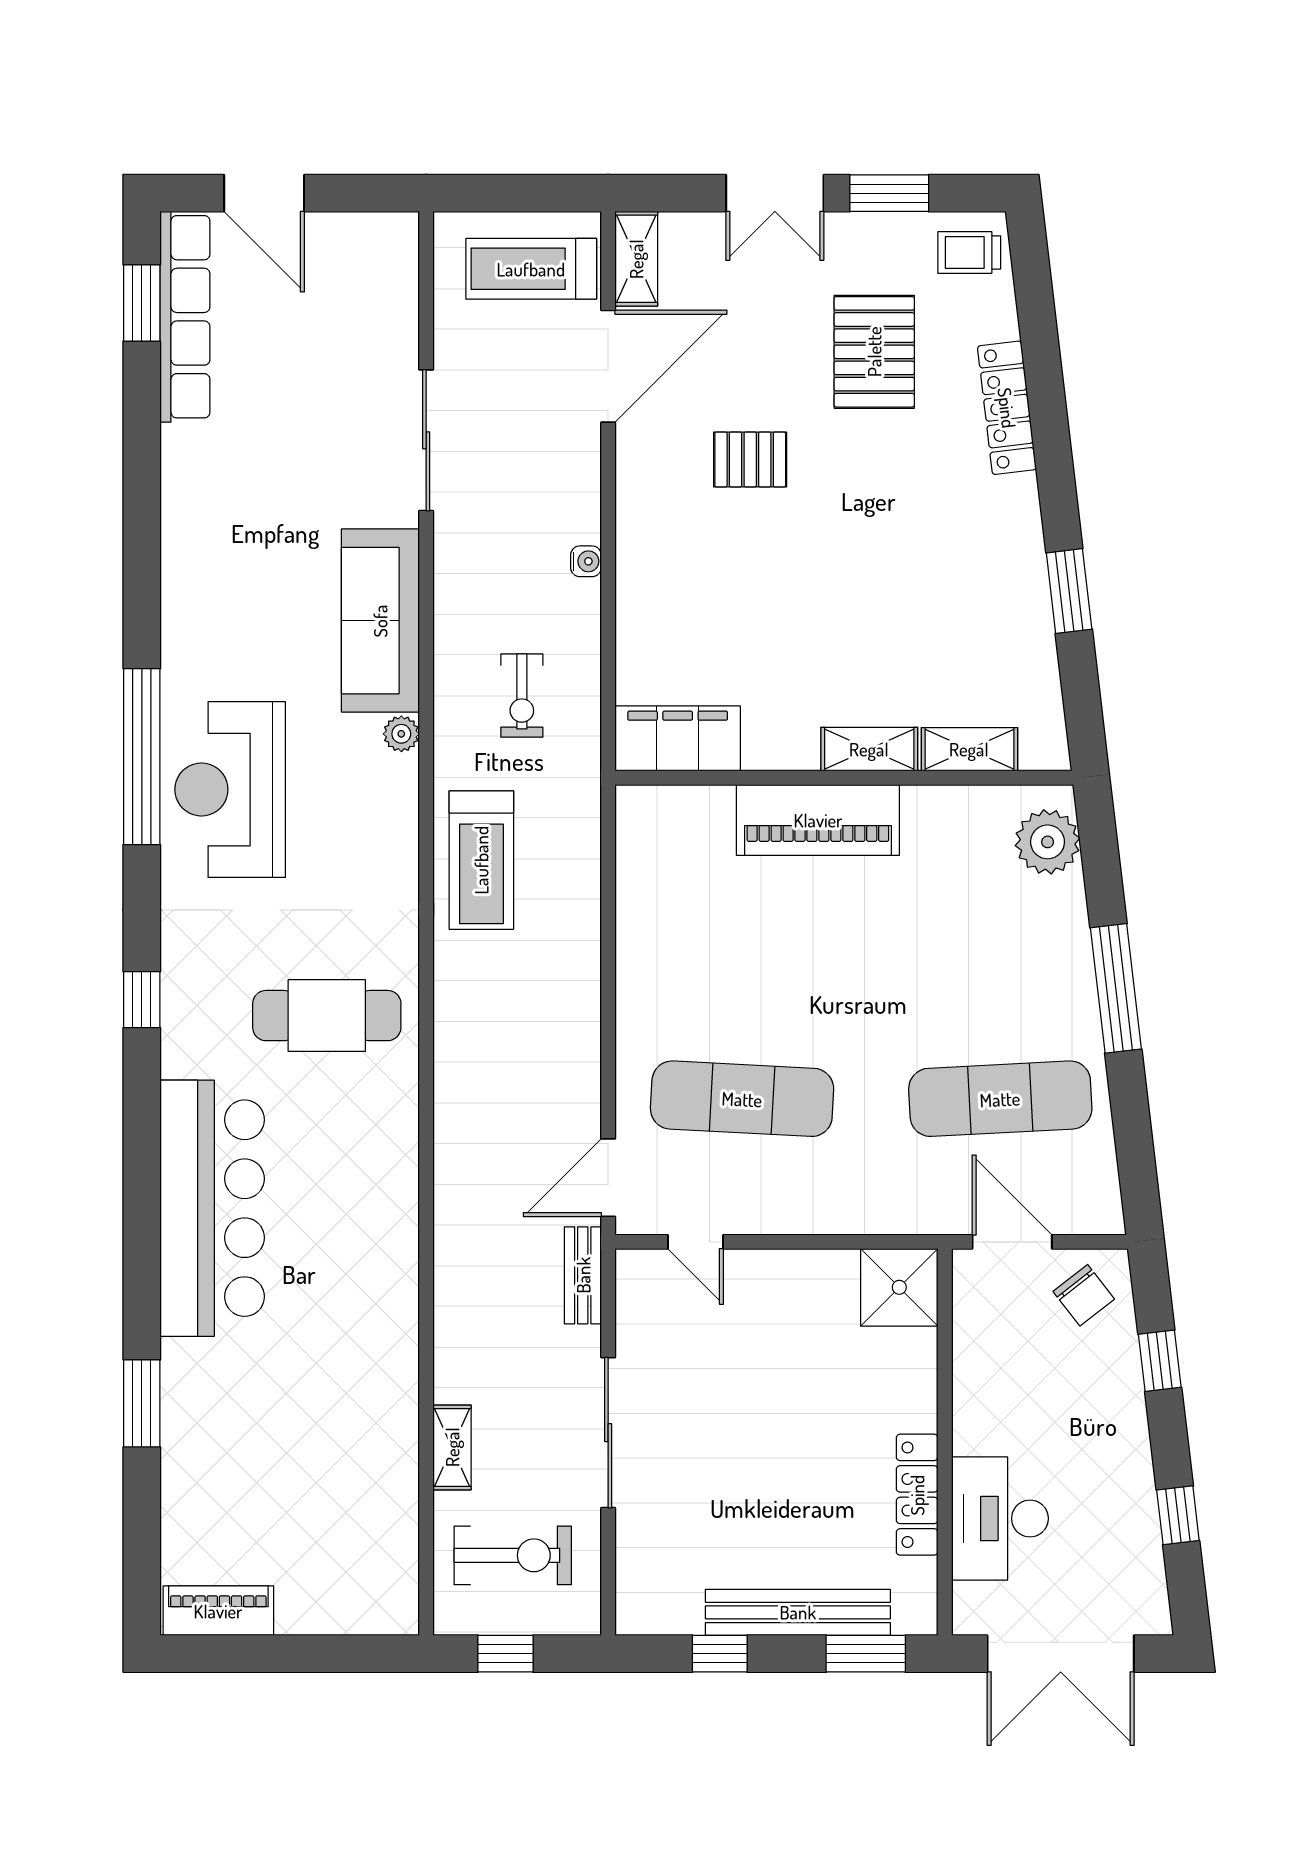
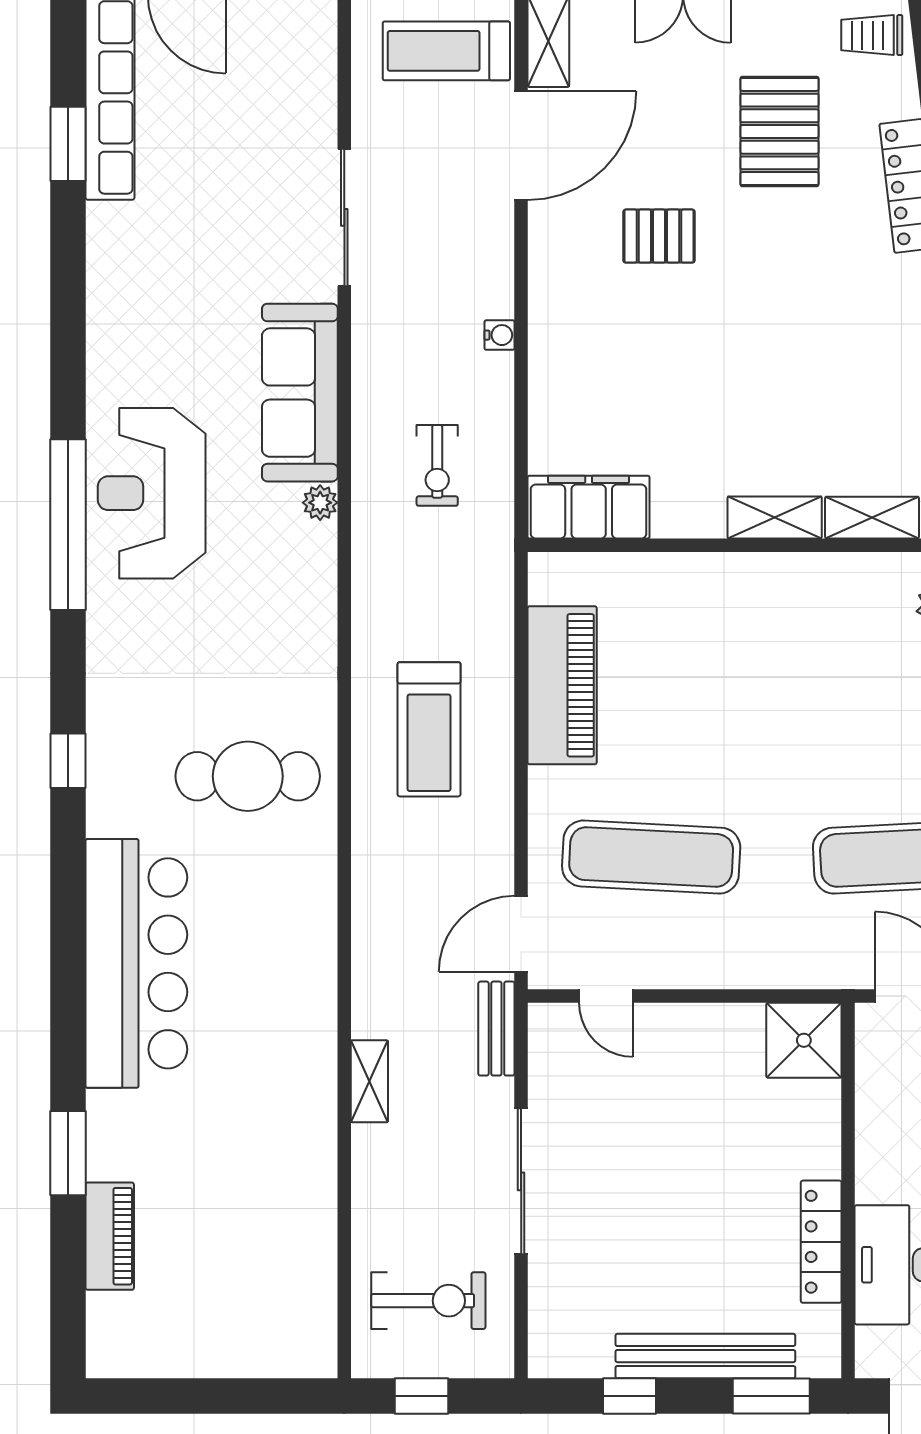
window: (142, 303) -> (68, 144), moved
reception desk: (230, 790) -> (152, 493), moved
piano: (818, 820) -> (562, 685), moved, turned -90
treadmill: (481, 860) -> (429, 729), moved
shelving: (452, 1447) -> (369, 1081), moved
piano: (218, 1611) -> (110, 1236), moved, turned 90

